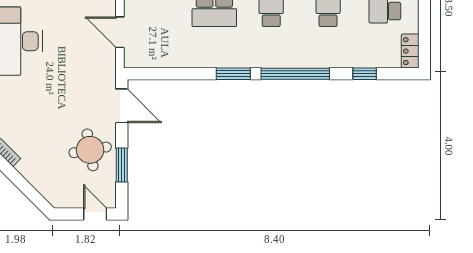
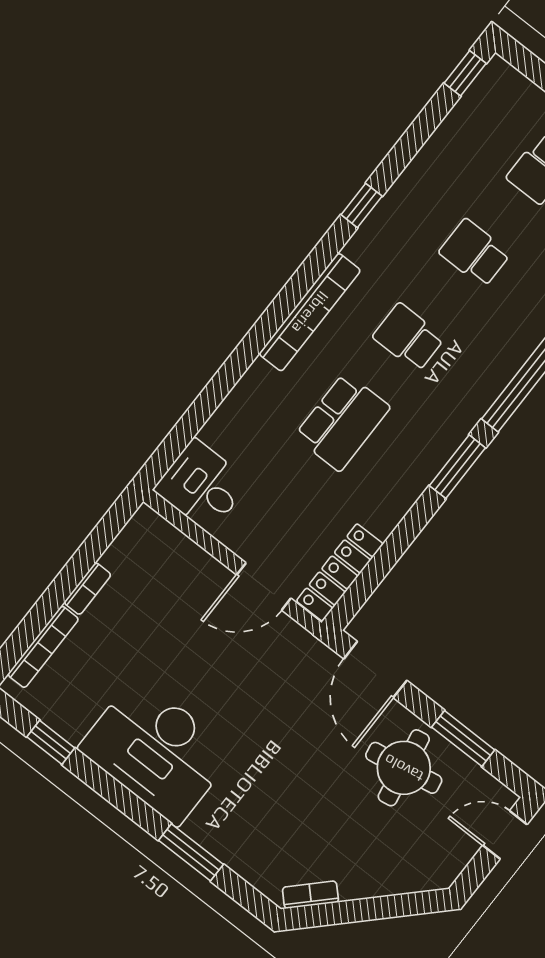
locker: (151, 59) -> (340, 572), added
door: (122, 106) -> (375, 670), swing flipped

